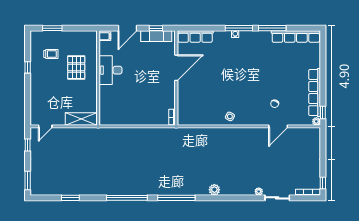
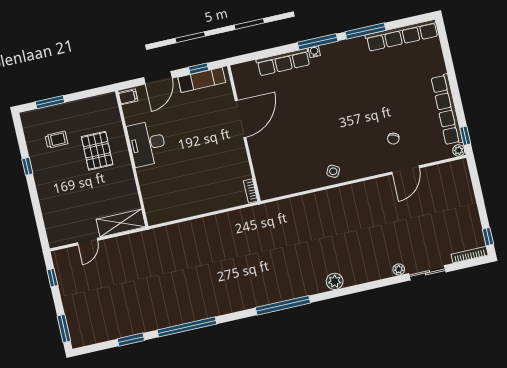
row of seats: (195, 36) -> (283, 62), moved
door: (45, 126) -> (88, 242), moved
window: (127, 198) -> (187, 327), moved

